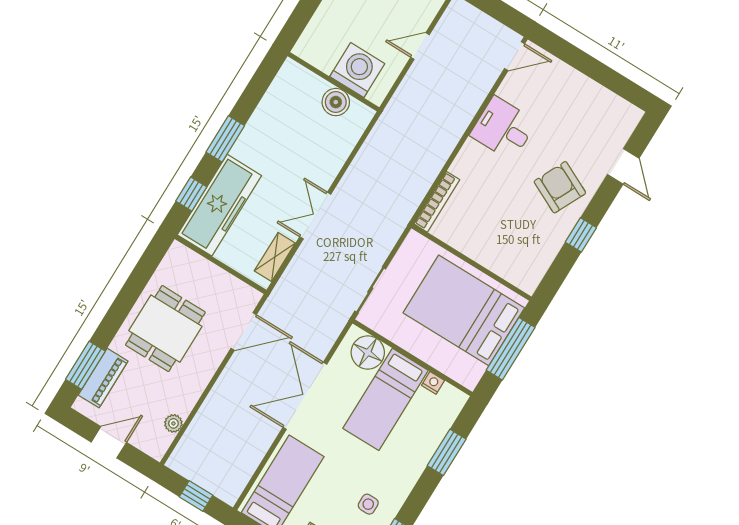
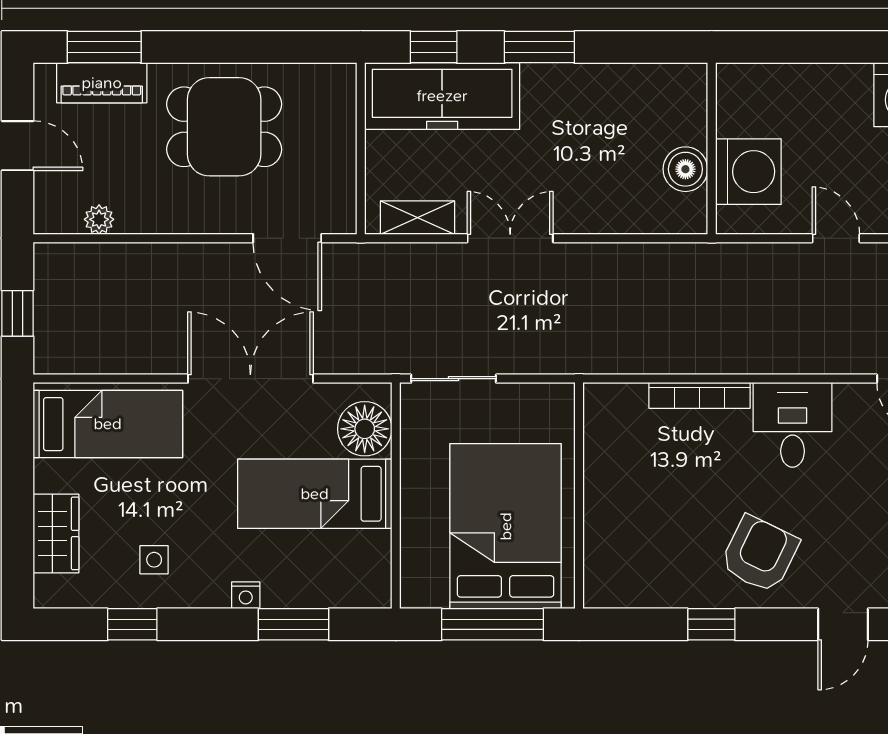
bookcase: (437, 202) -> (700, 395), moved
nightstand: (433, 383) -> (246, 595), moved, turned 90

